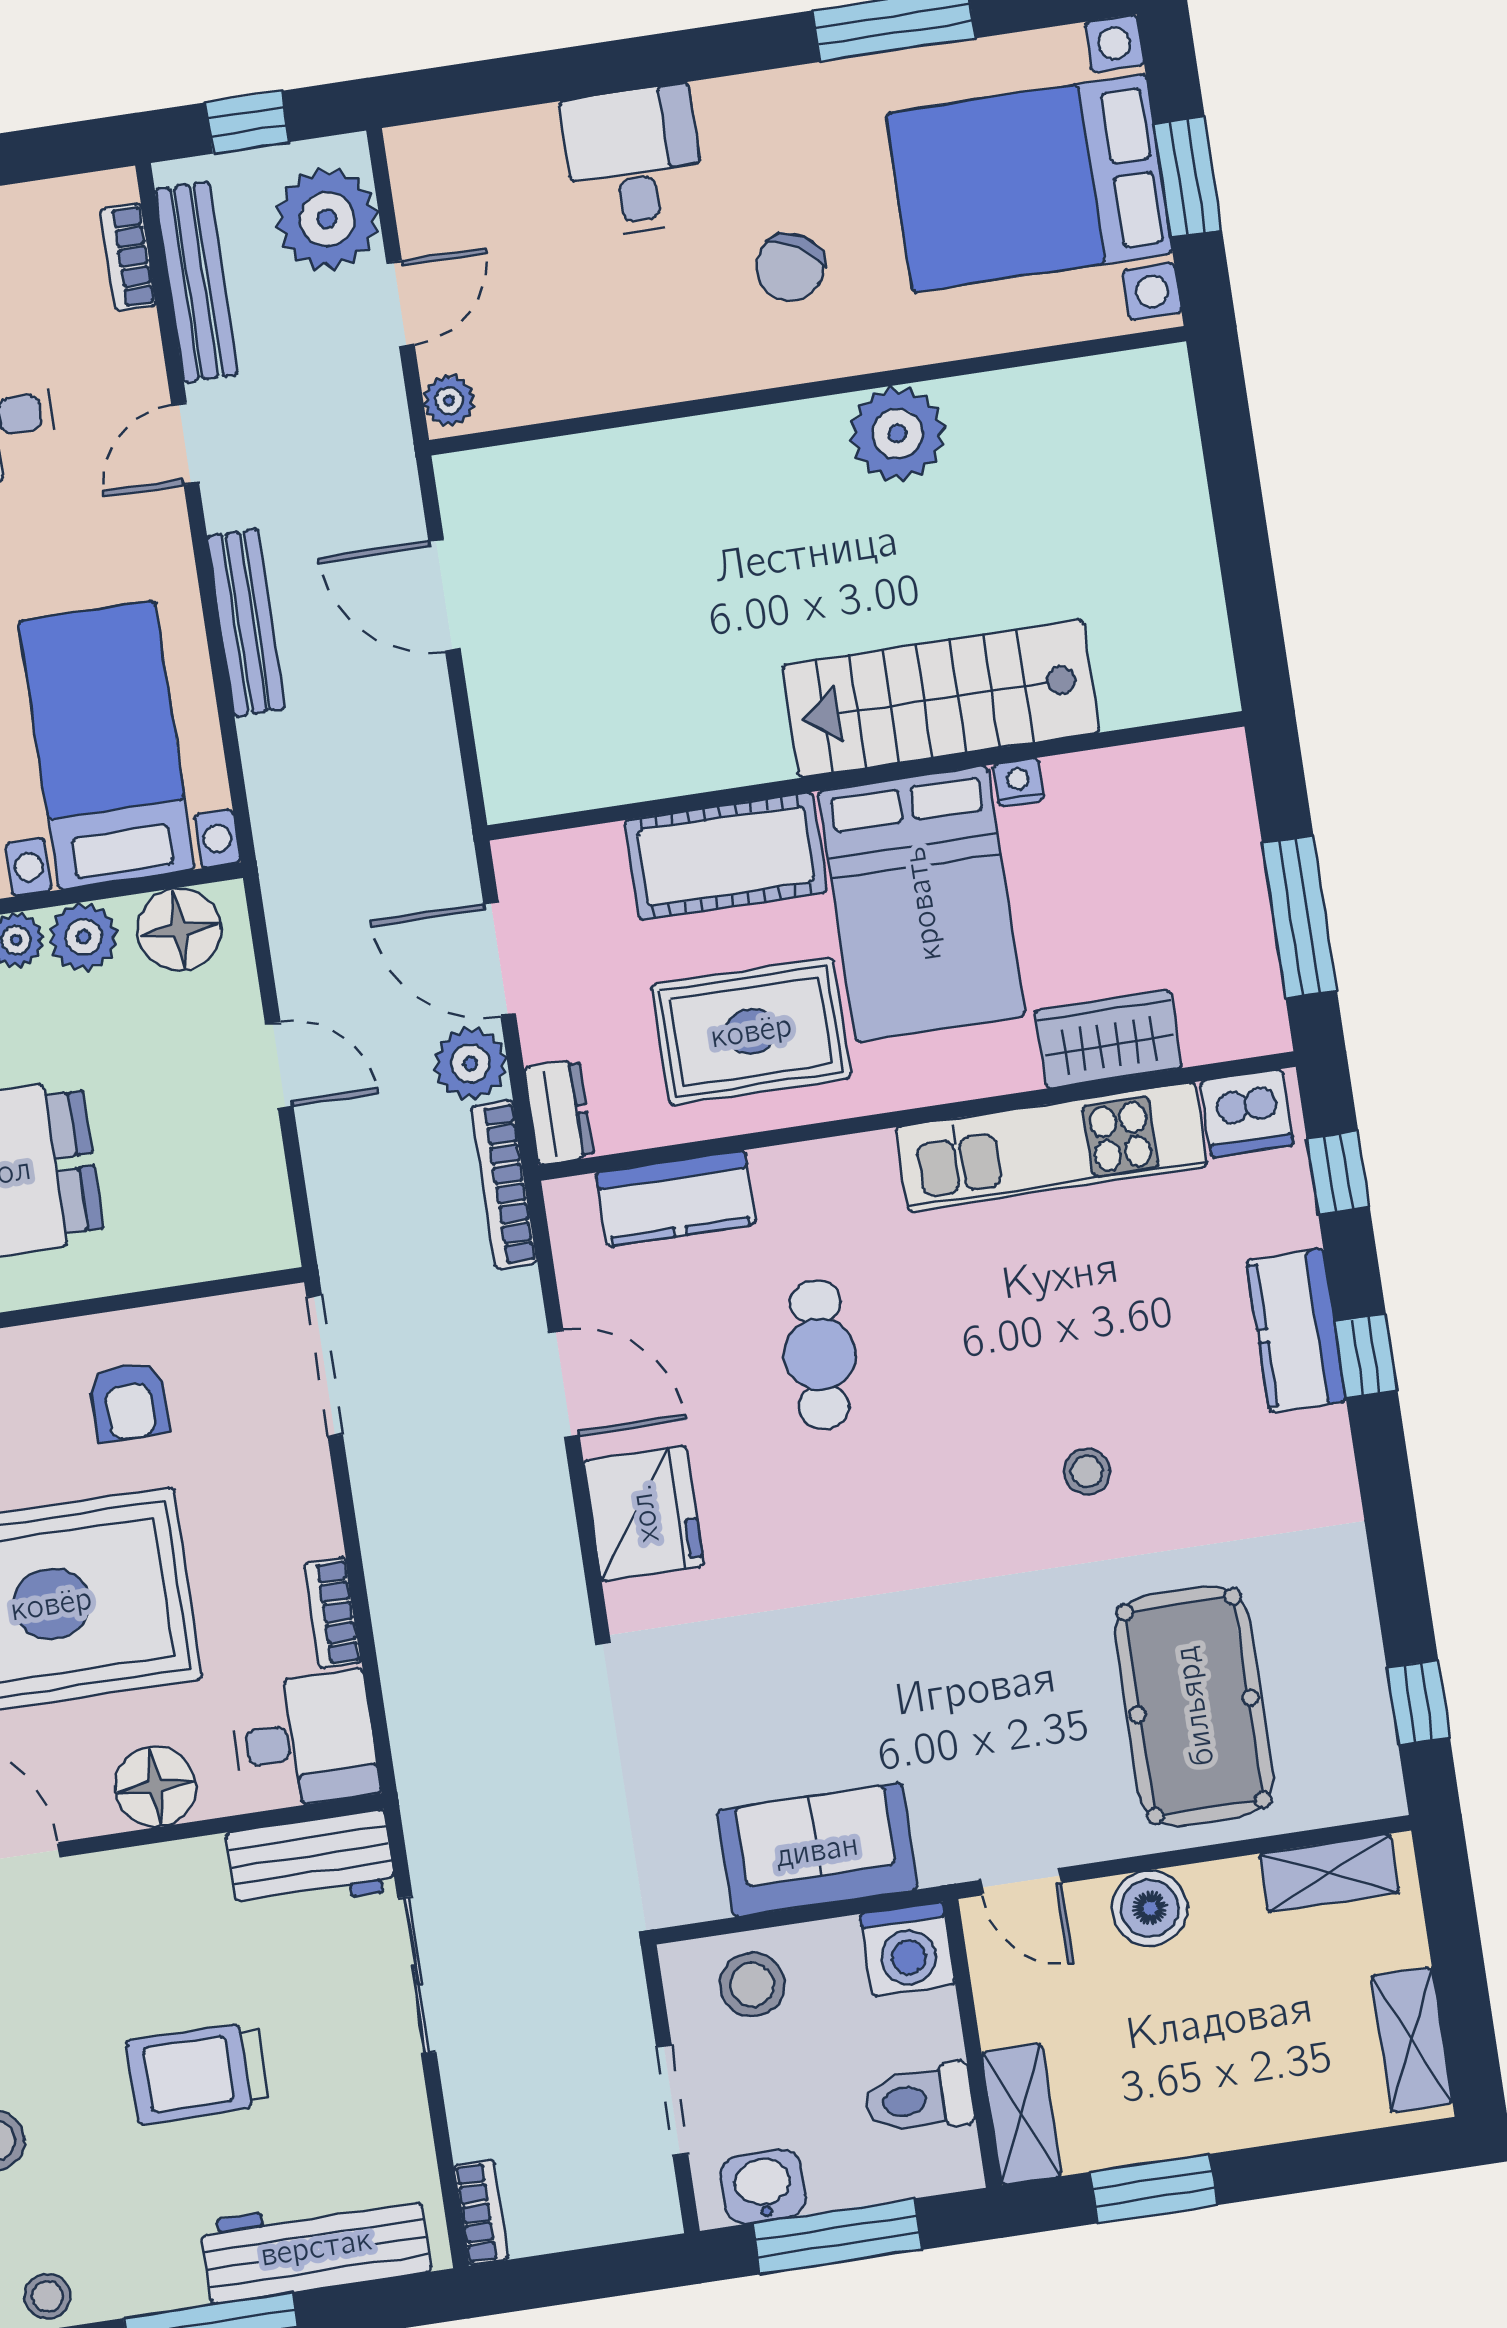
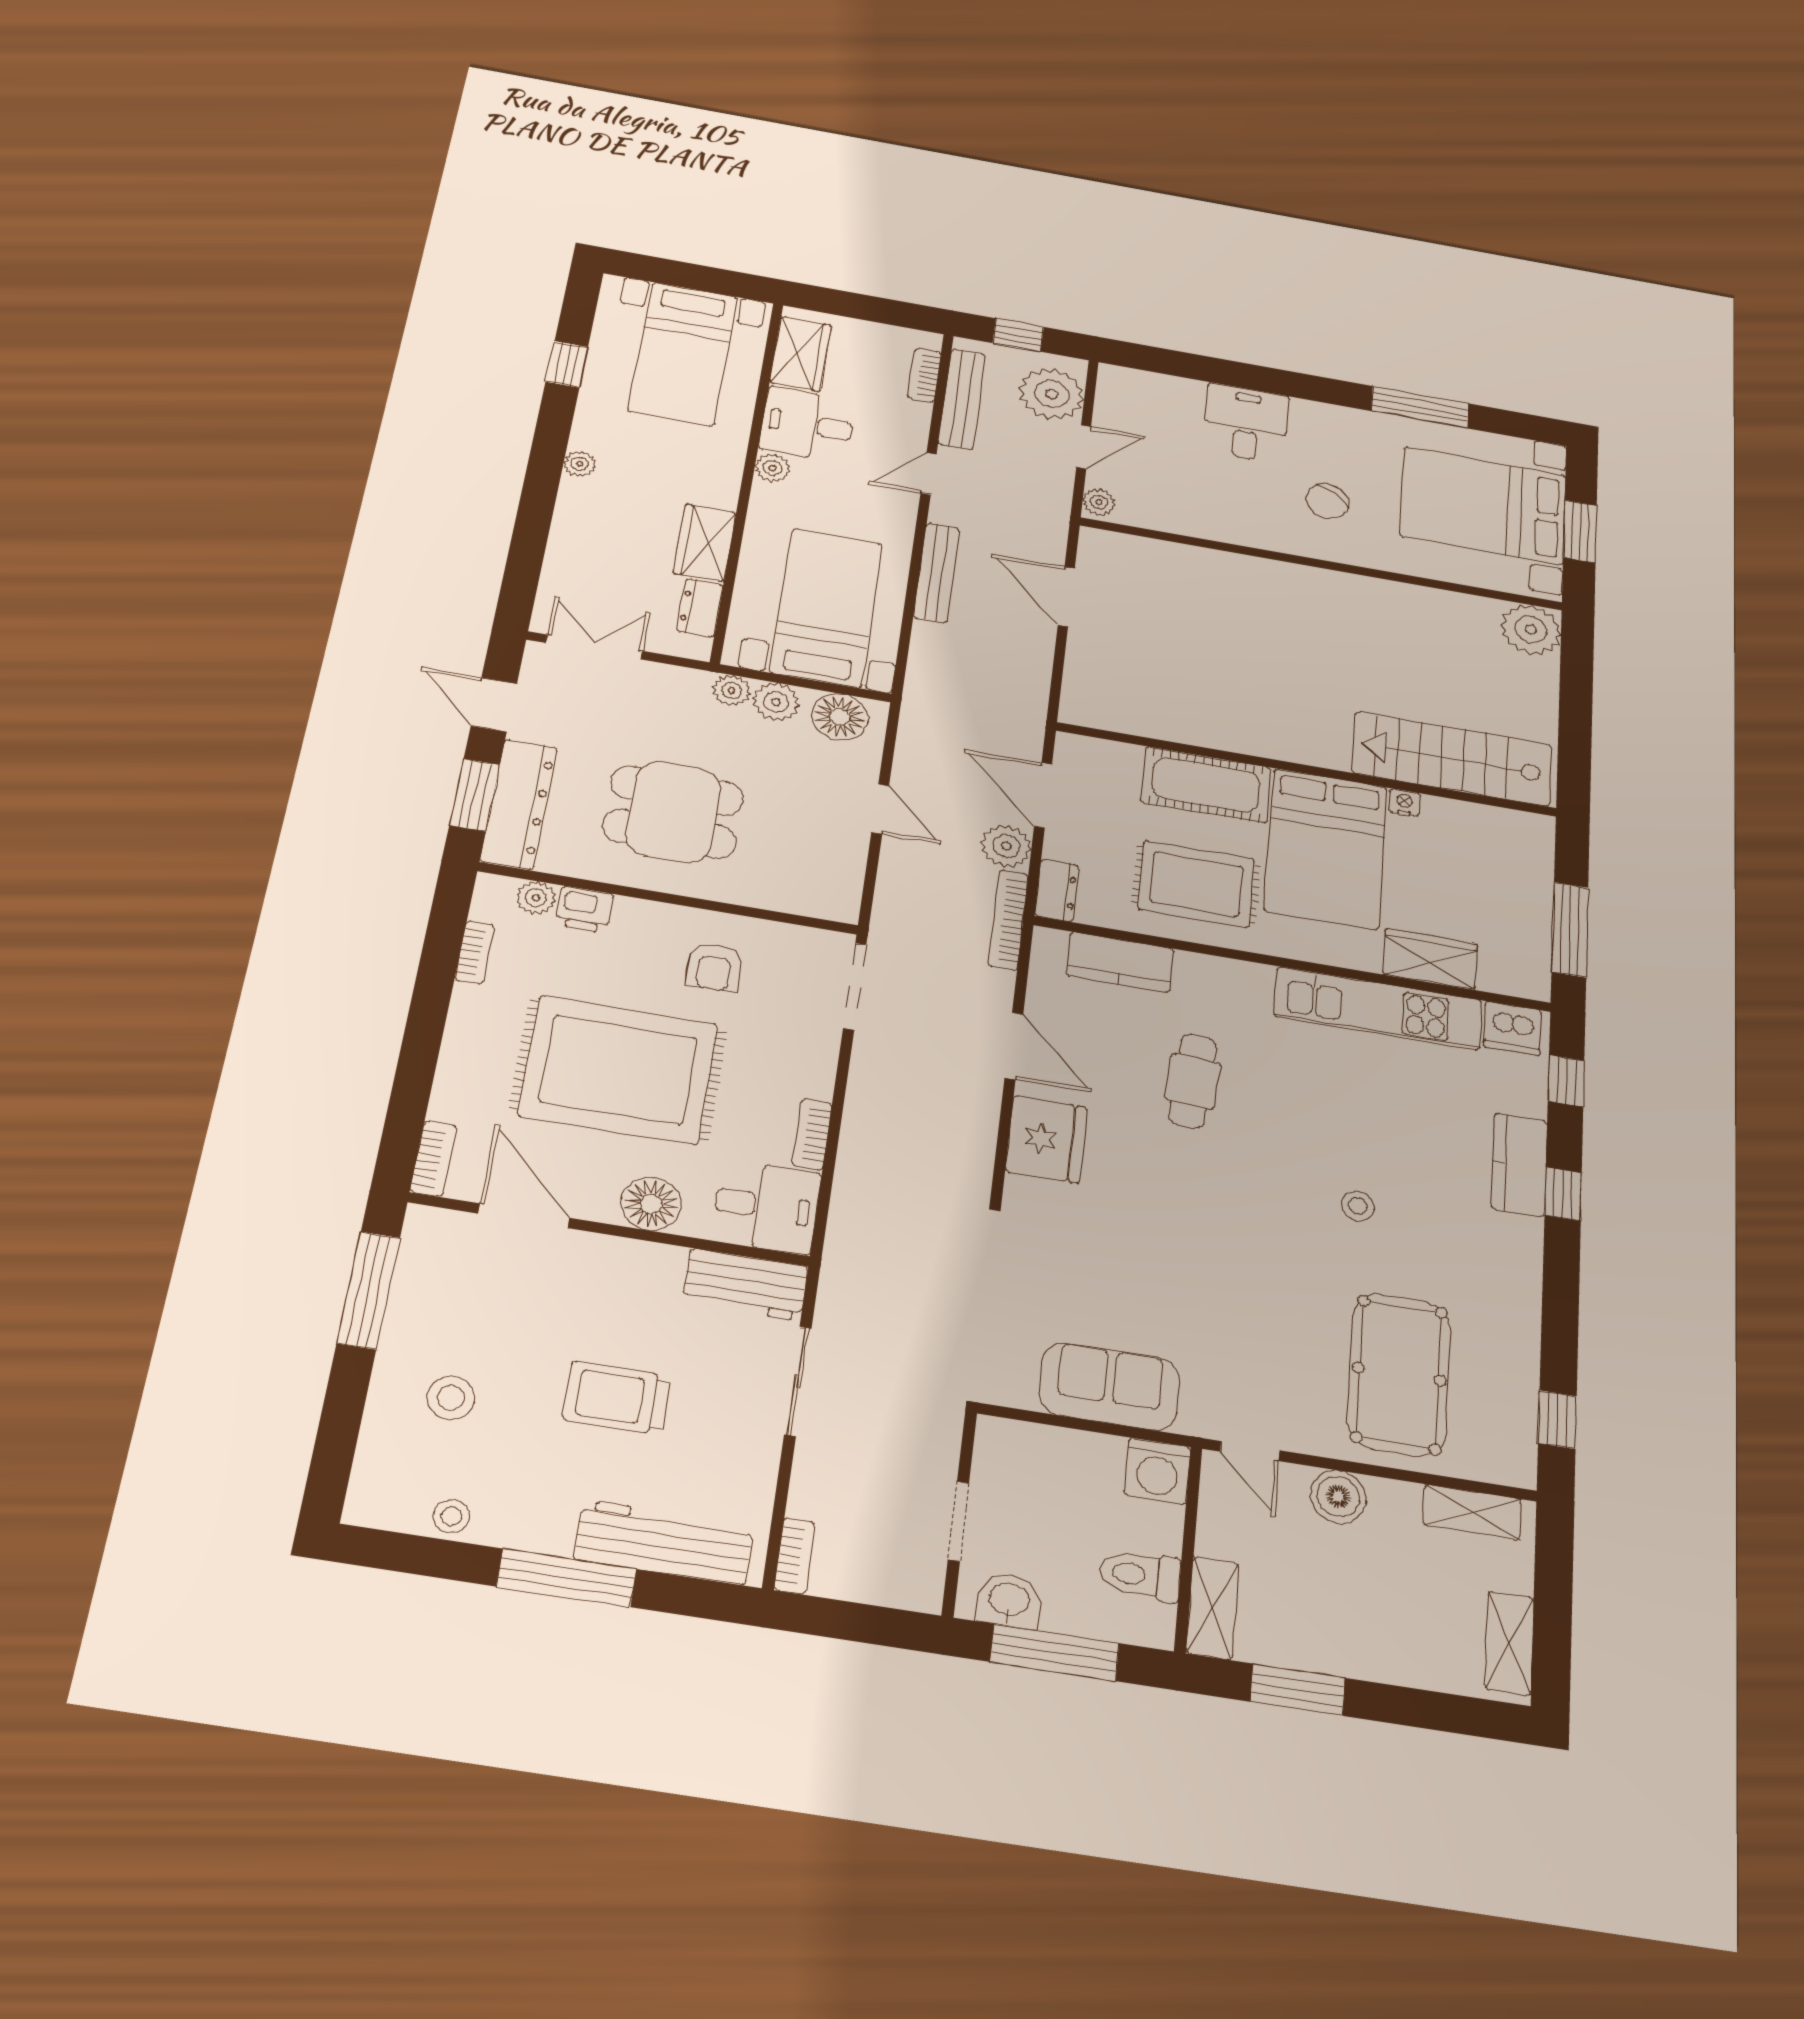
plant: (897, 434) -> (1531, 630), moved
stairs: (941, 699) -> (1452, 759), moved
stool: (752, 1985) -> (1039, 1461), removed

